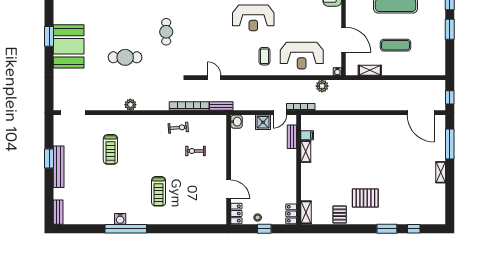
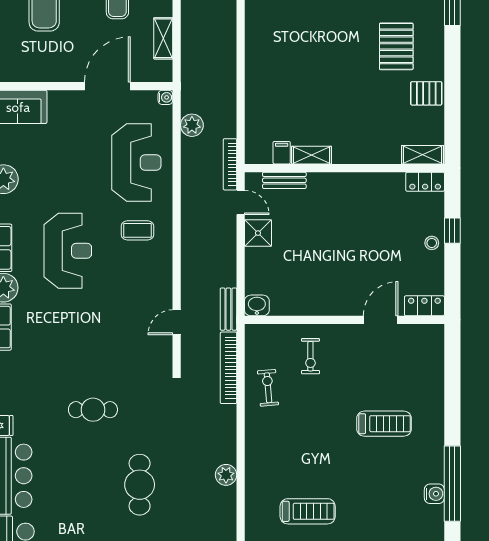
washbasin: (236, 122) -> (257, 305), moved
wall: (229, 170) -> (344, 320), moved
door: (229, 189) -> (381, 320), moved
locker: (236, 213) -> (424, 306), moved

